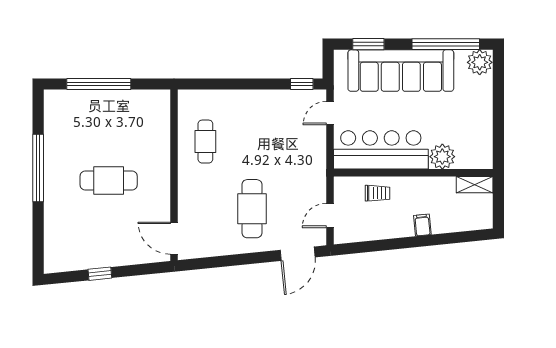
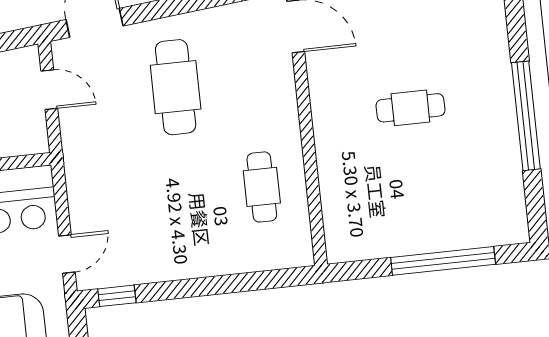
cafe table: (109, 180) -> (410, 108), width x0.73, depth x0.74
door: (330, 215) -> (49, 90), hinge flipped

